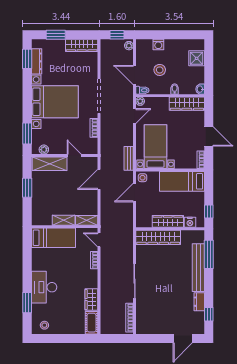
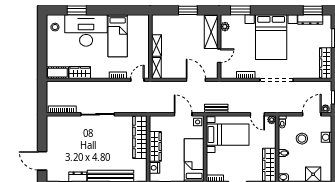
door: (135, 75) -> (312, 114), moved
bed: (53, 238) -> (118, 36), moved
desk: (44, 287) -> (86, 30), width x1.36, depth x1.30

